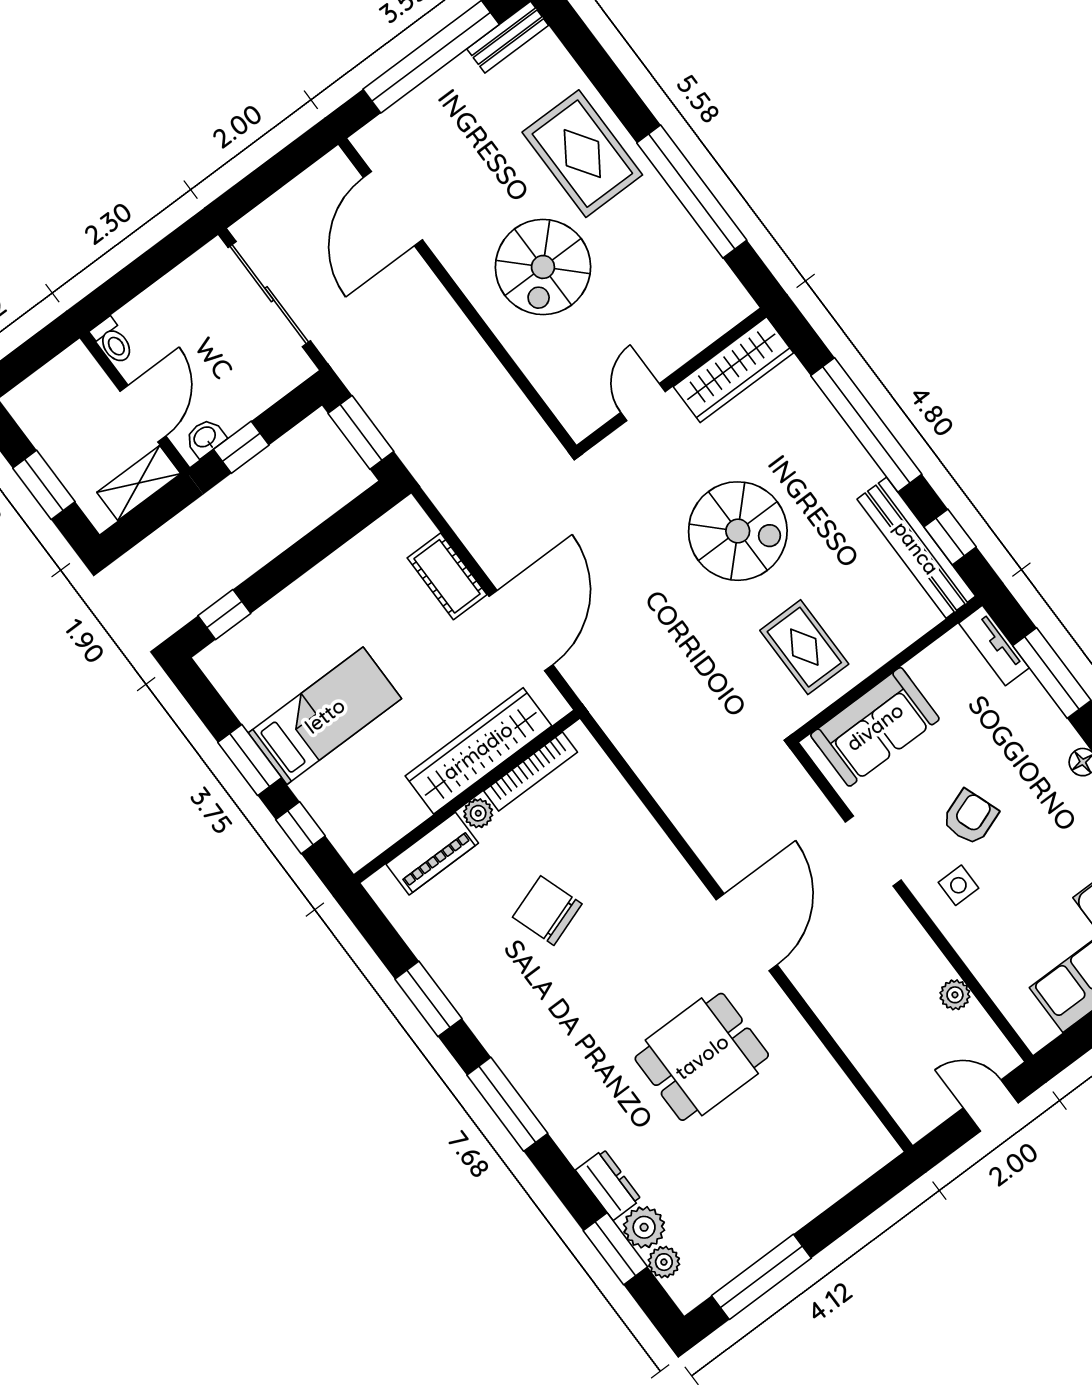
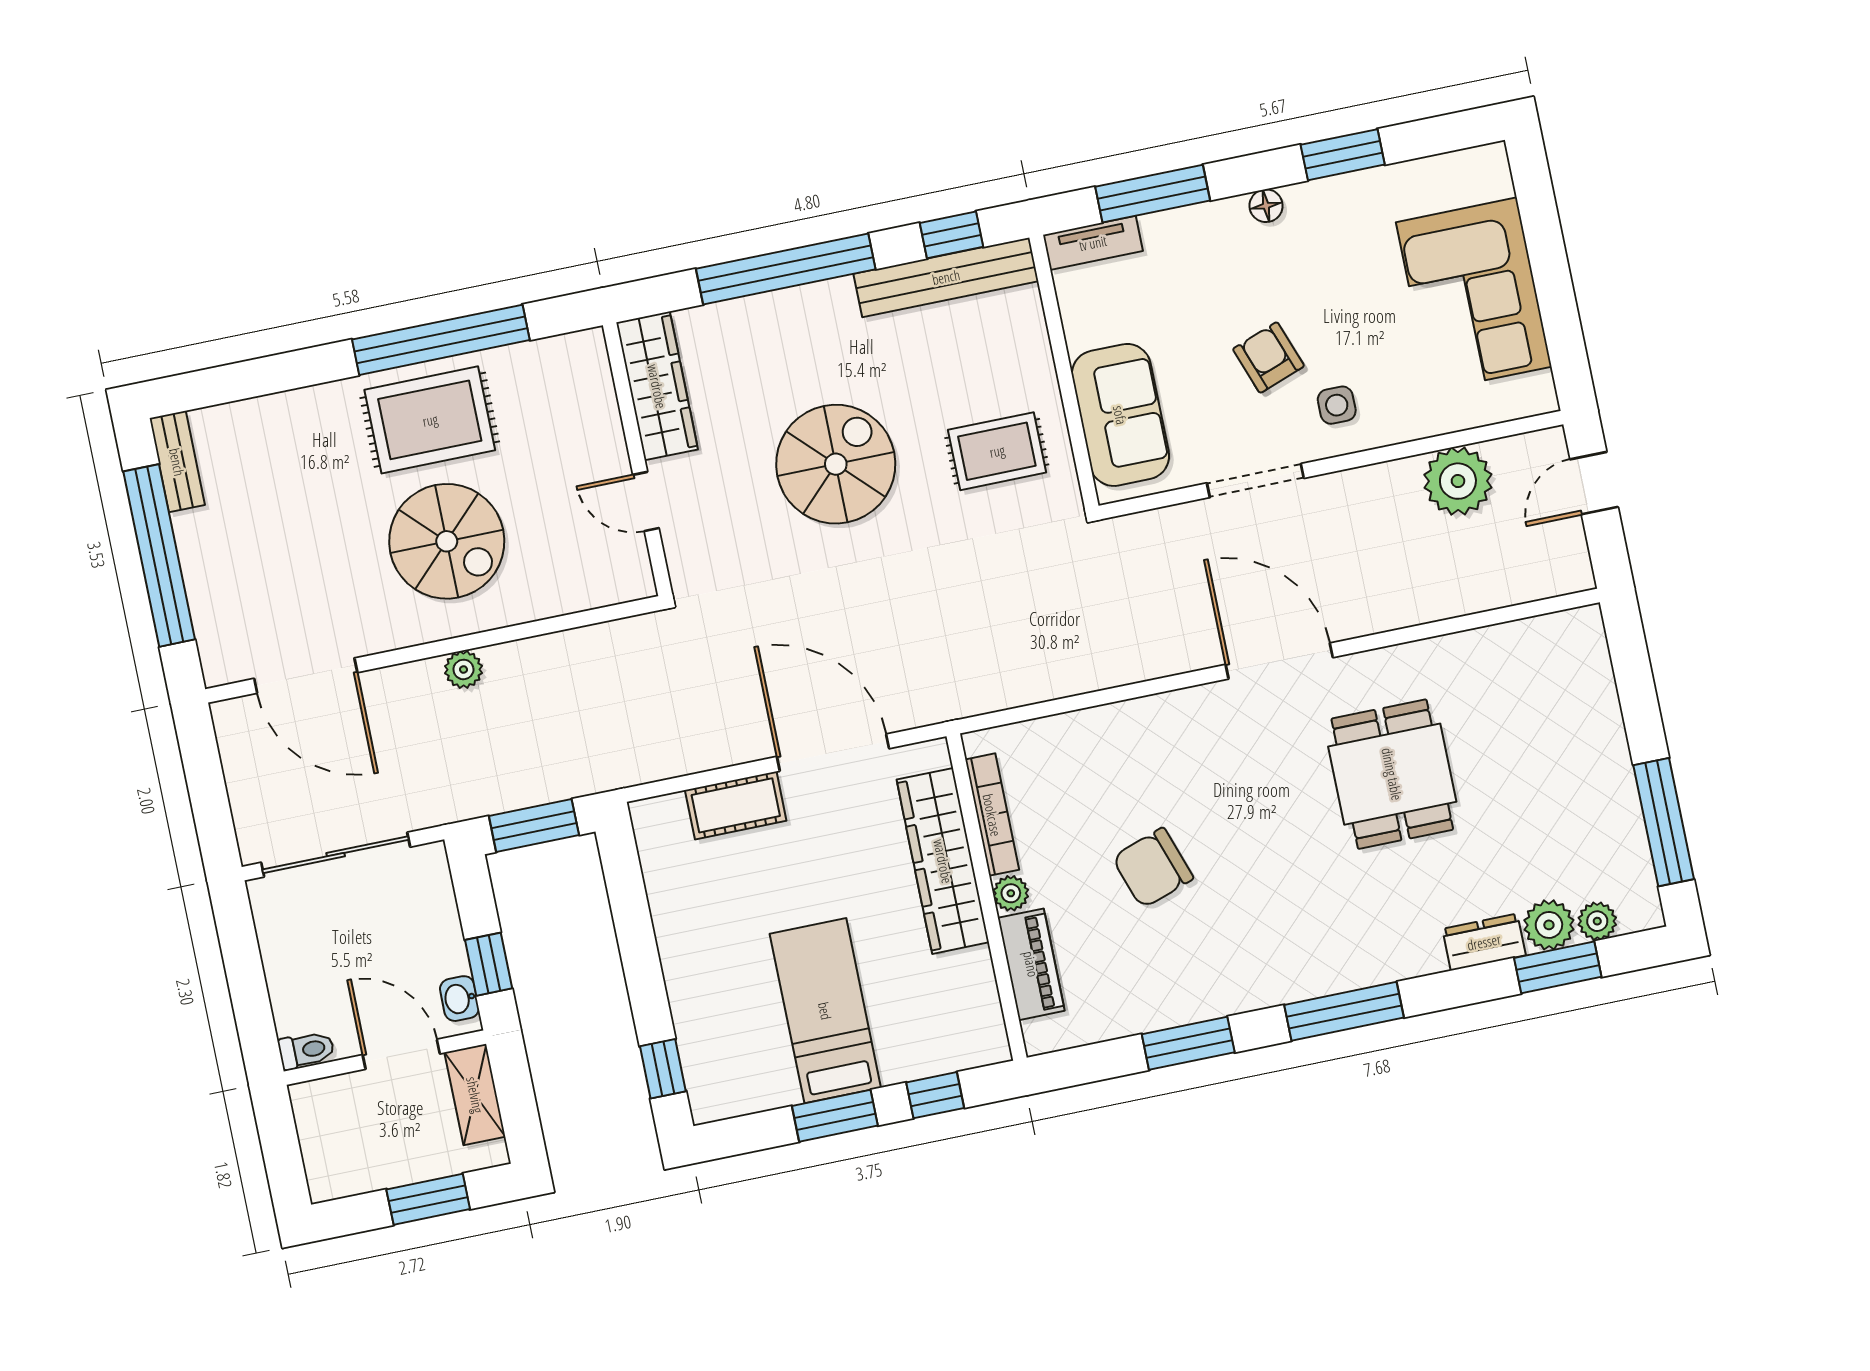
rug: (582, 154) -> (430, 420), moved
plant: (453, 325) -> (463, 669), added
plant: (955, 995) -> (1458, 481), width x1.88, depth x1.88

